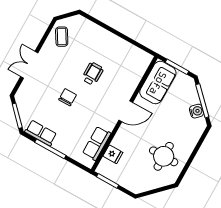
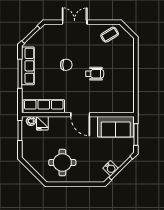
row of seats: (41, 133) -> (28, 66), width x1.48
row of seats: (97, 143) -> (44, 106), width x1.48
plant: (104, 164) -> (31, 121), added

